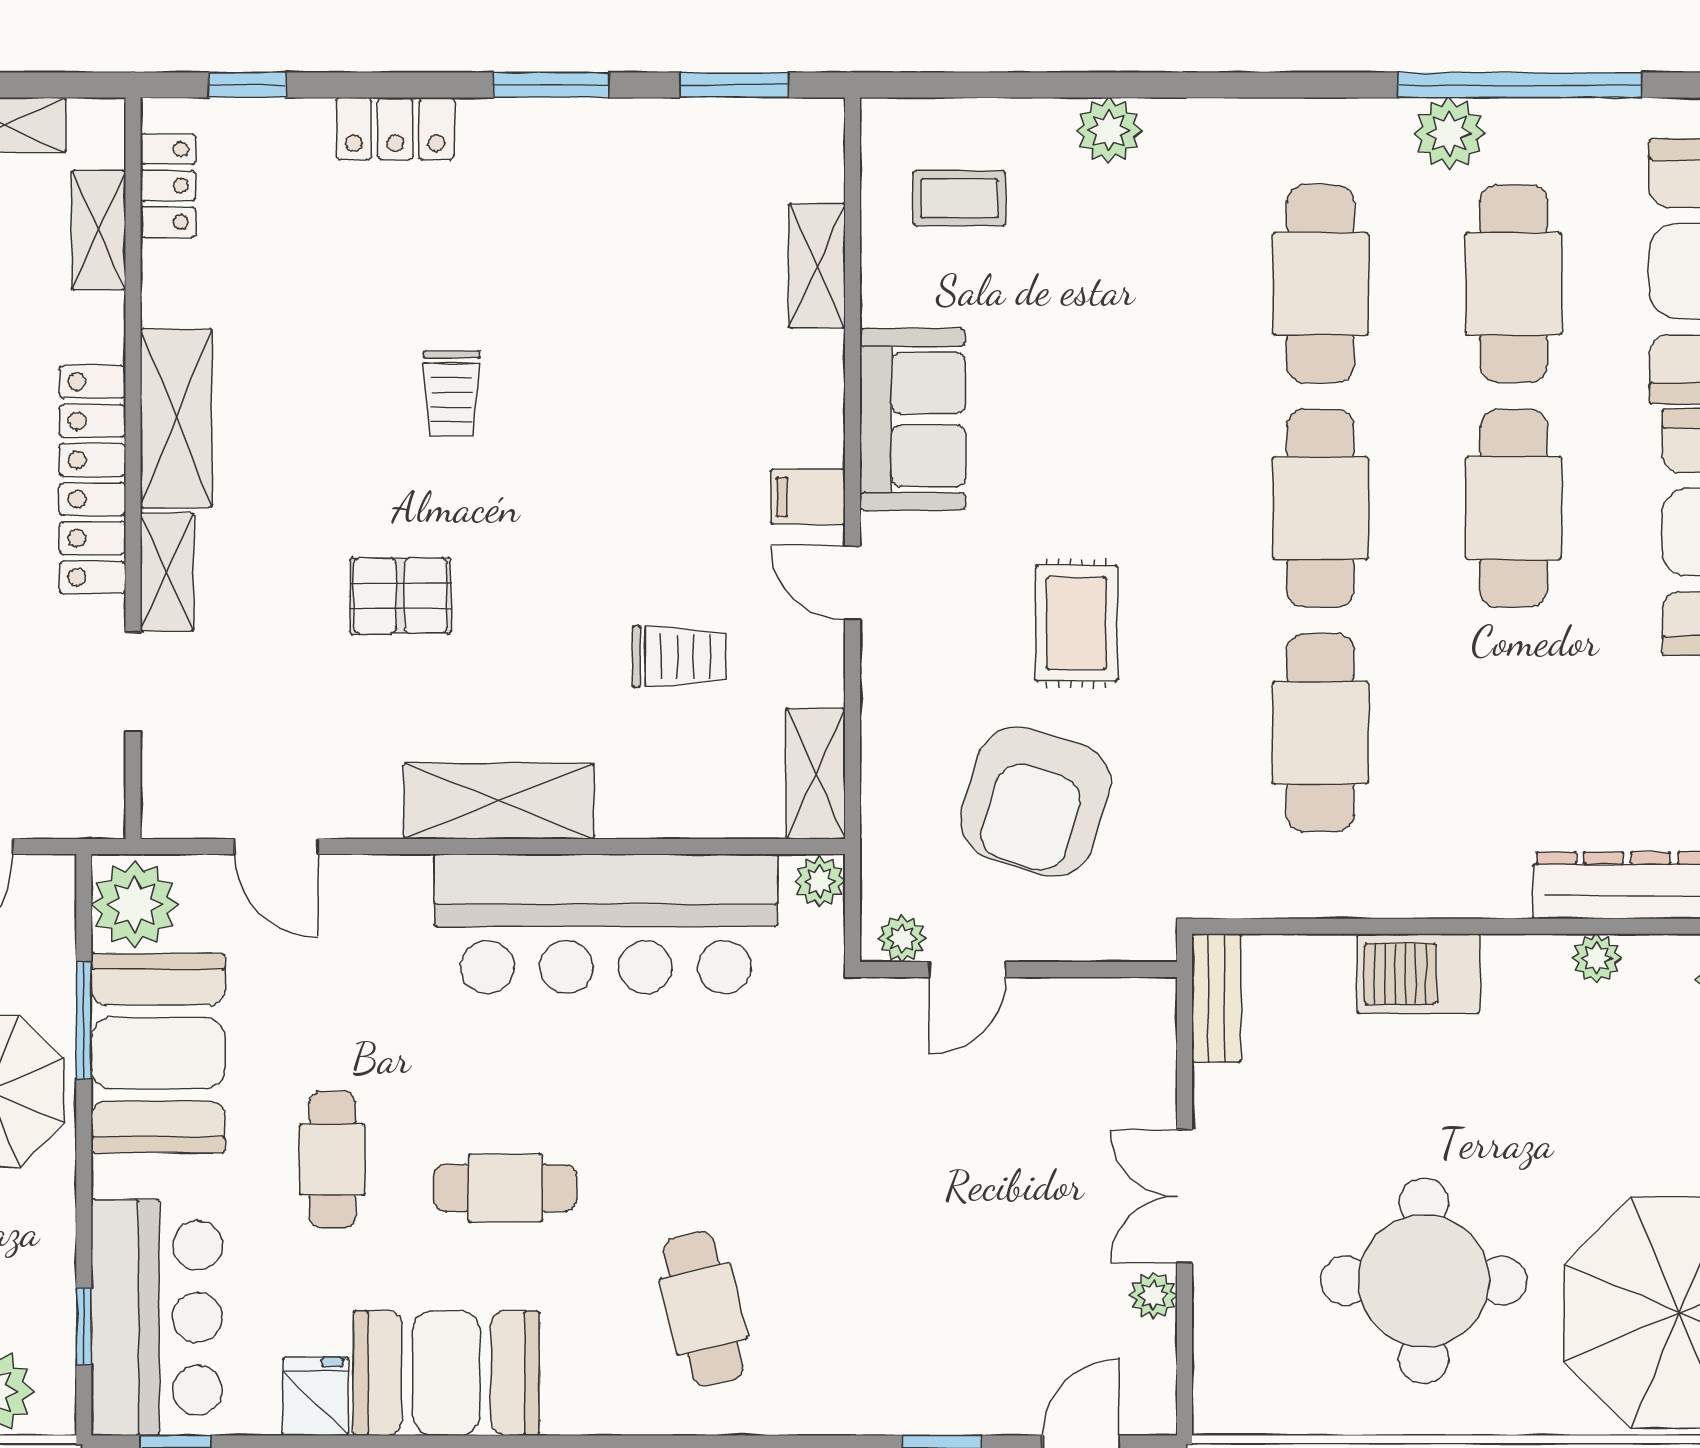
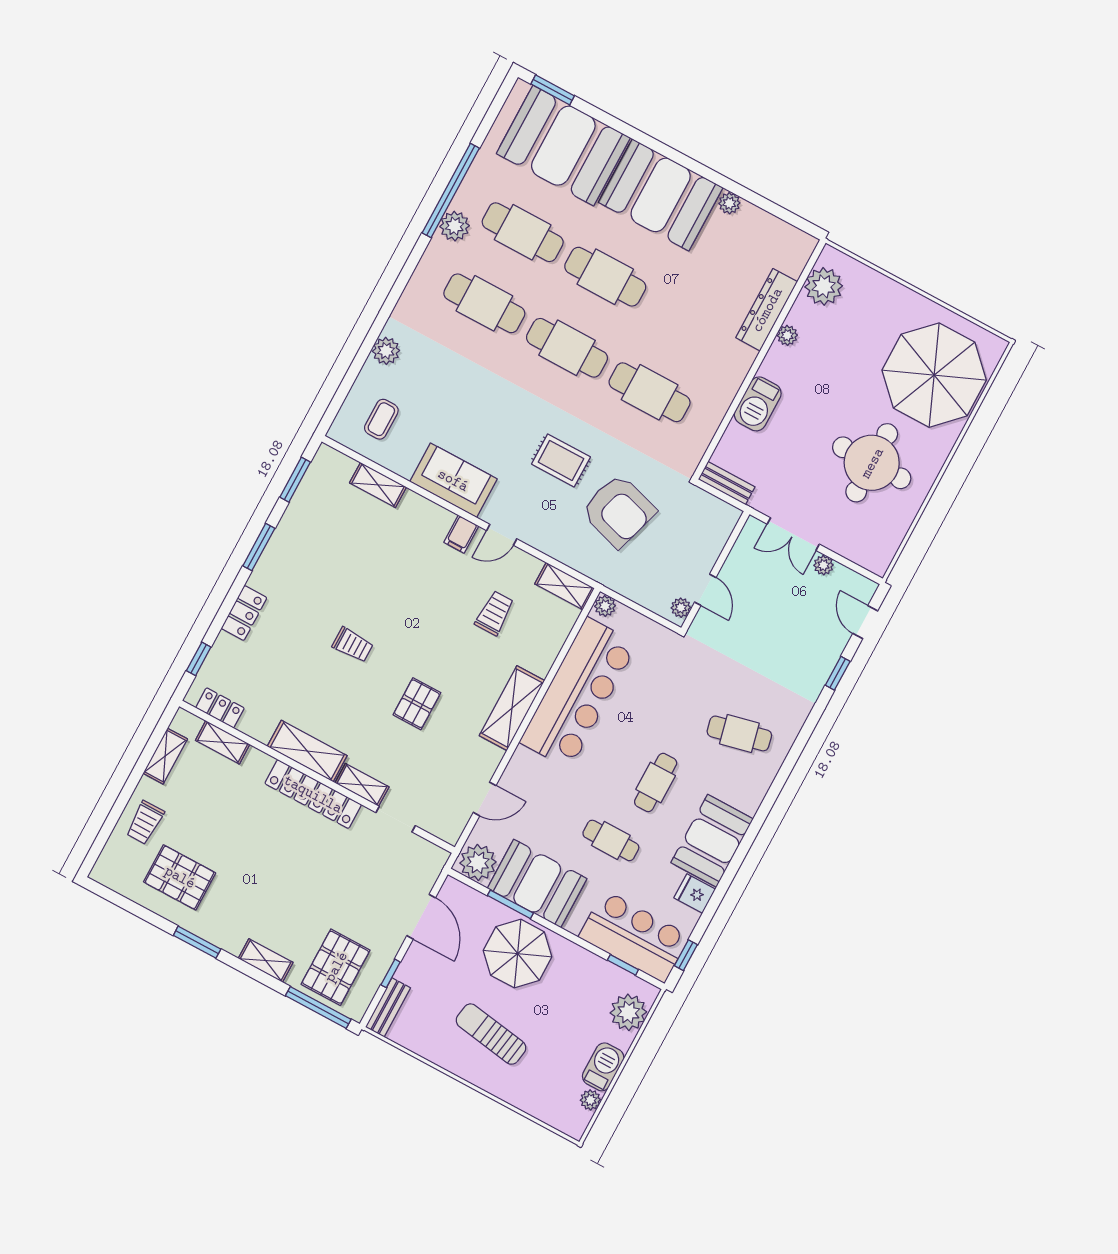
plant: (902, 938) -> (681, 608), moved
door: (967, 969) -> (705, 590), moved
wall: (1019, 969) -> (715, 571), moved

